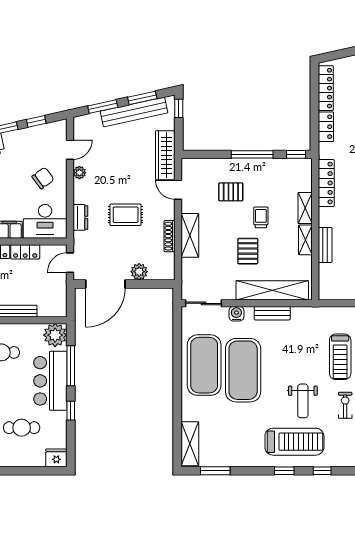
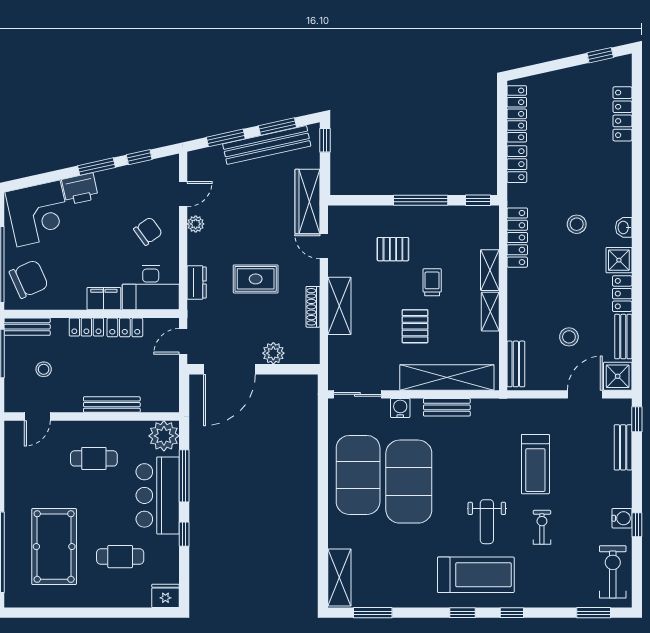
bench: (325, 245) -> (516, 364), moved

